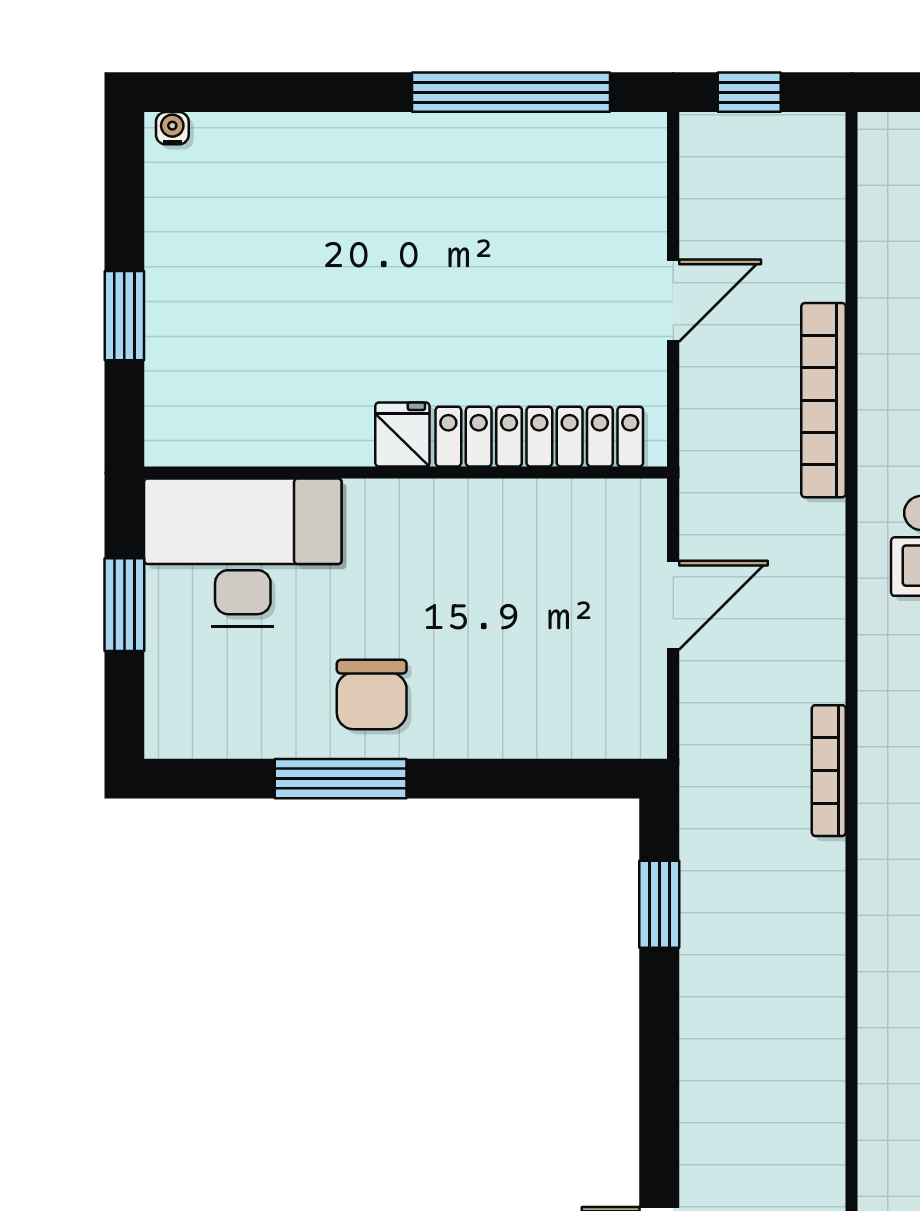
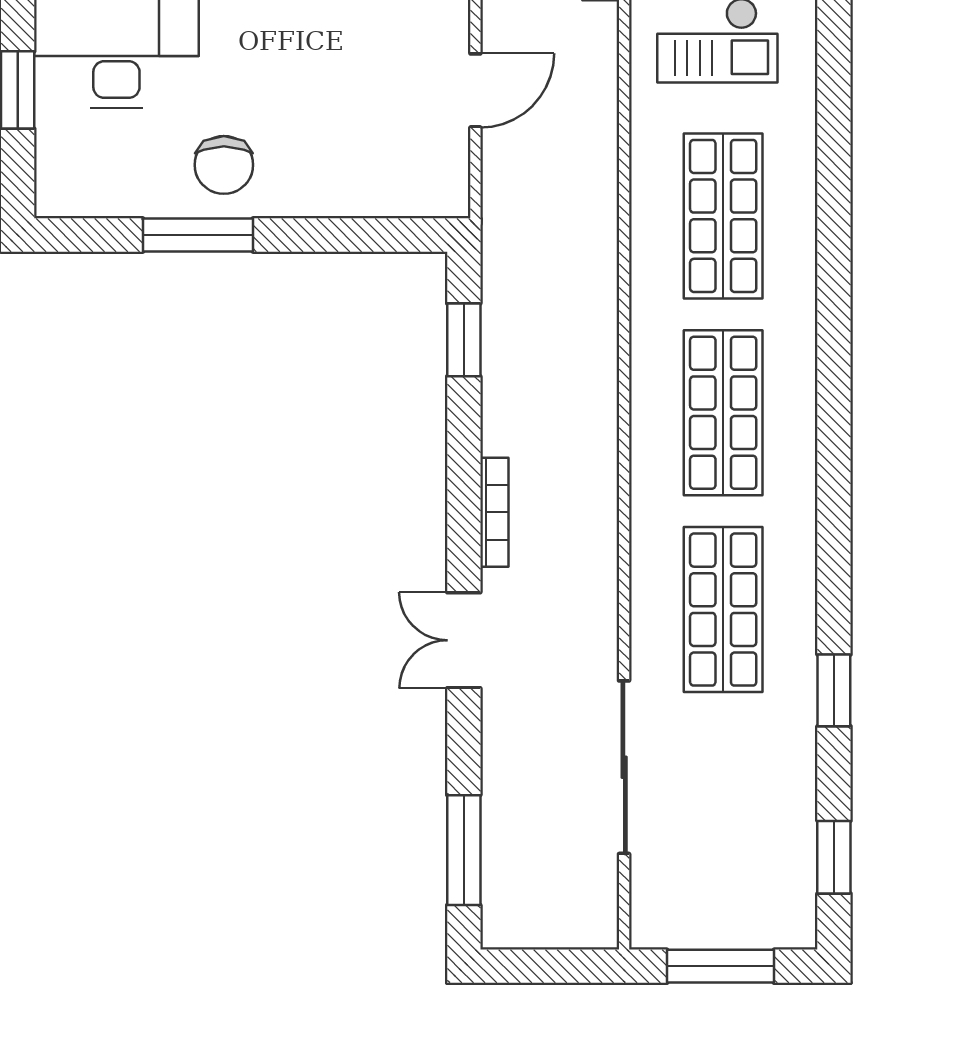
bookcase: (829, 771) -> (494, 512), moved, turned 180

